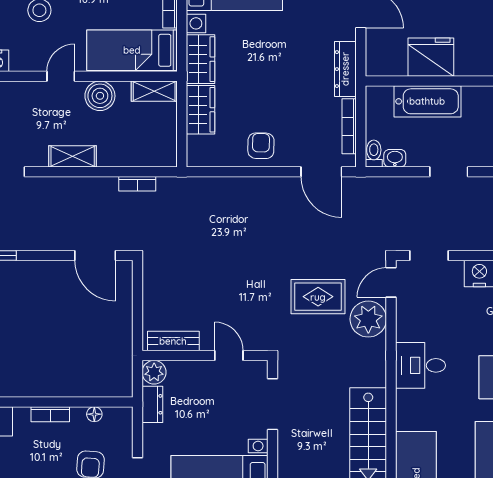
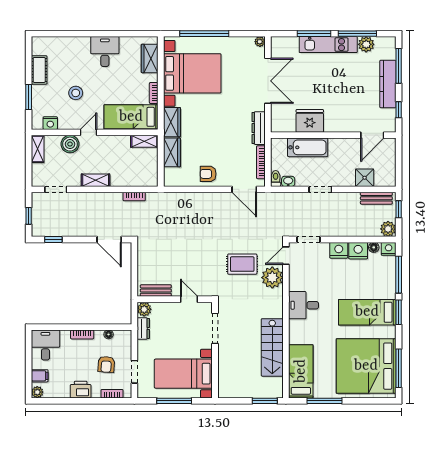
boiler: (100, 96) -> (70, 144), moved
armchair: (261, 146) -> (208, 174), turned -91

